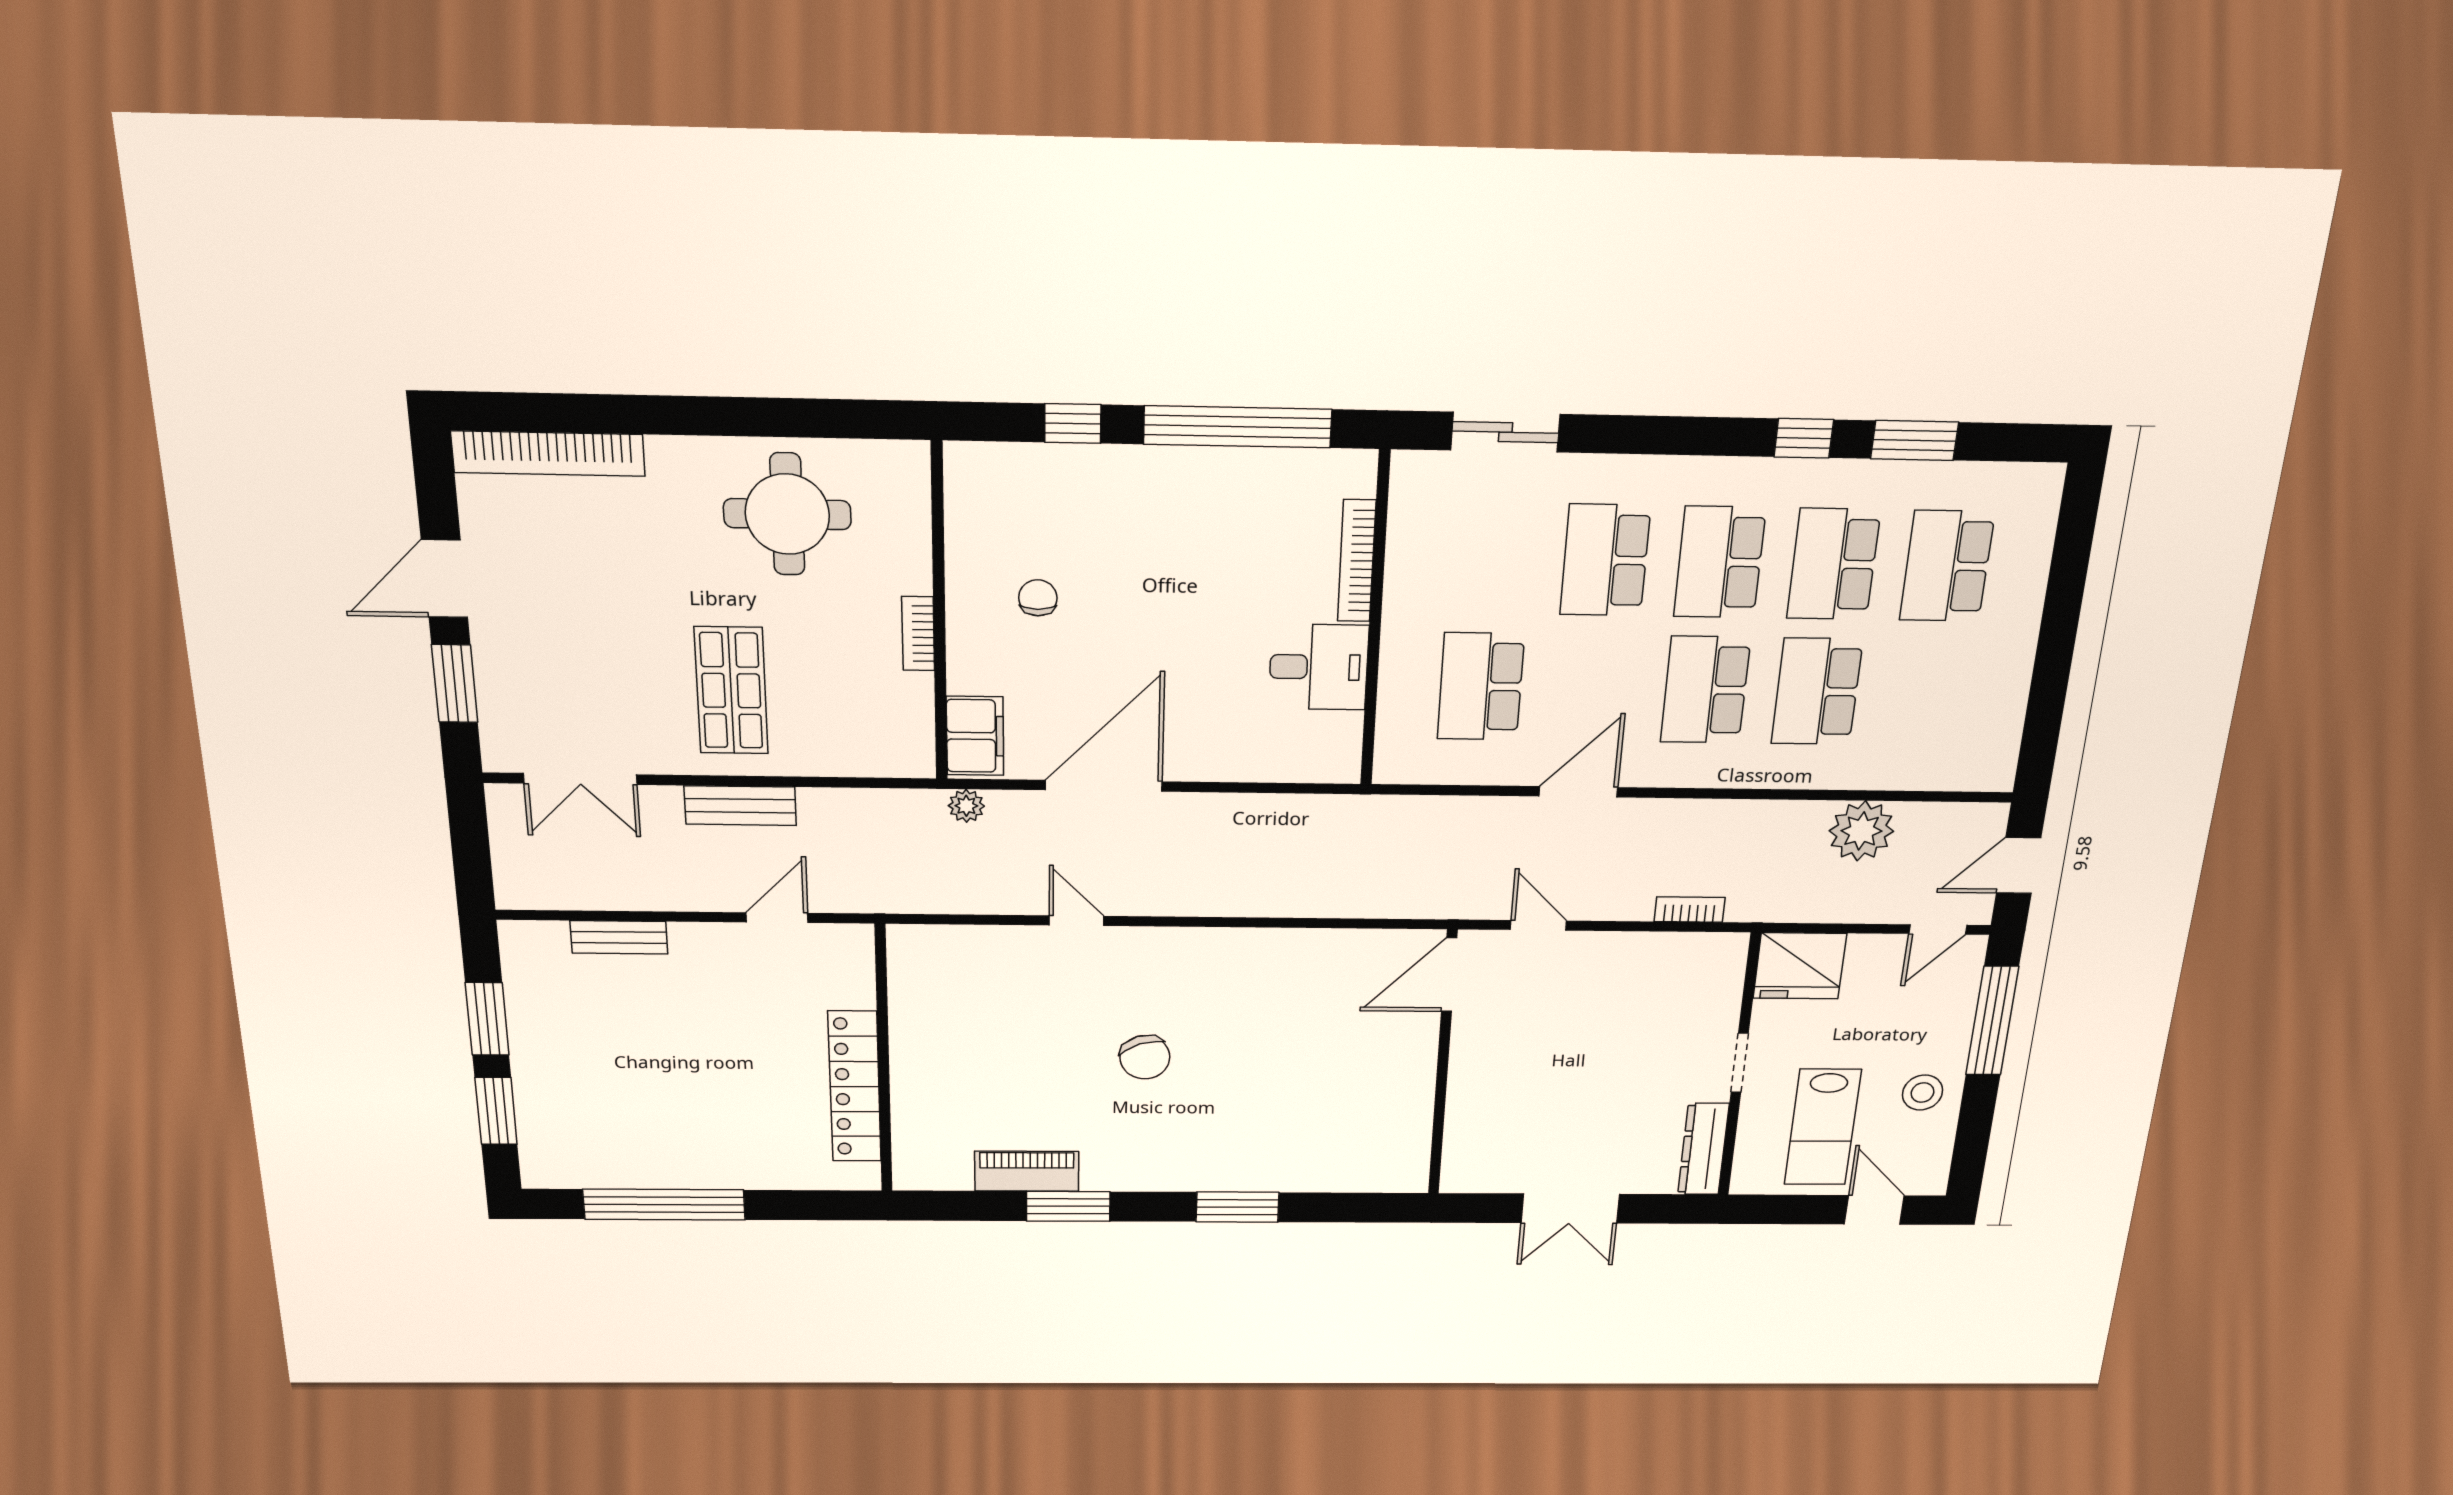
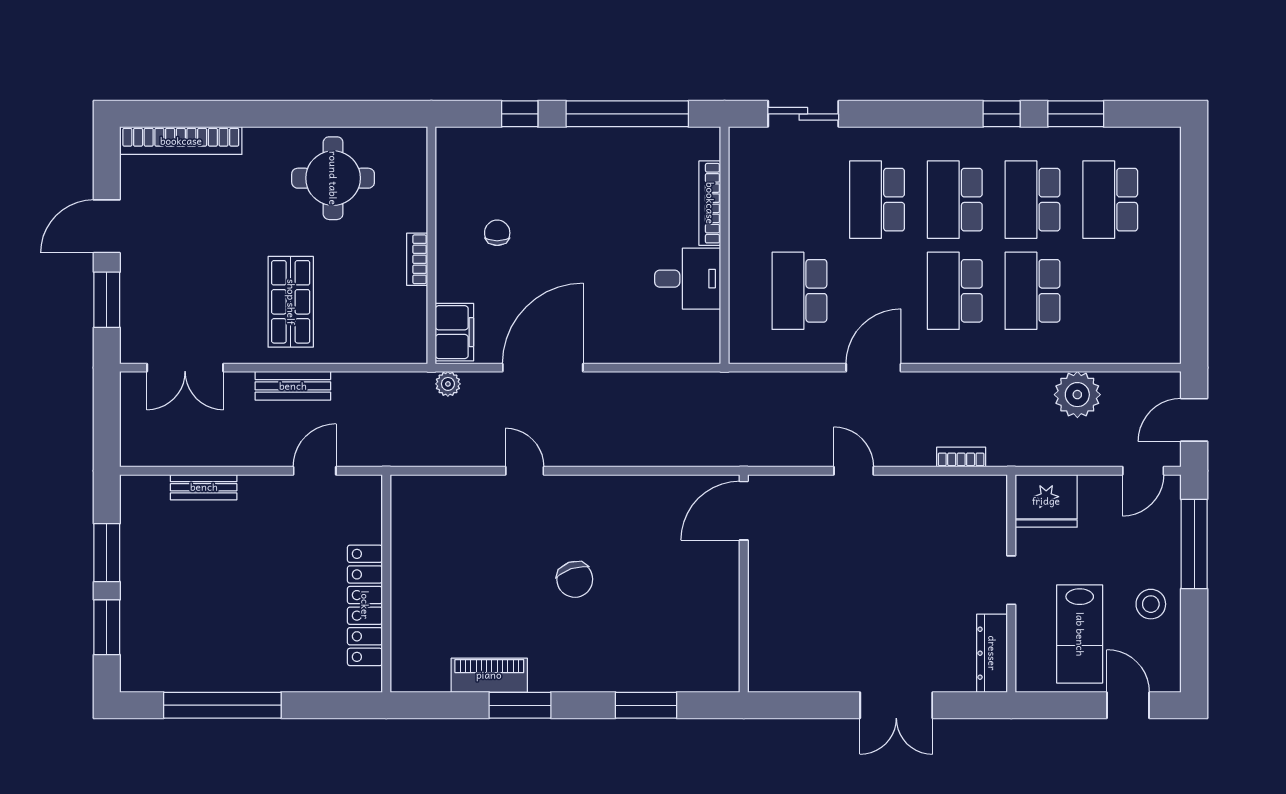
door: (1449, 975) -> (744, 511), moved
wall: (1443, 1064) -> (744, 583), moved

